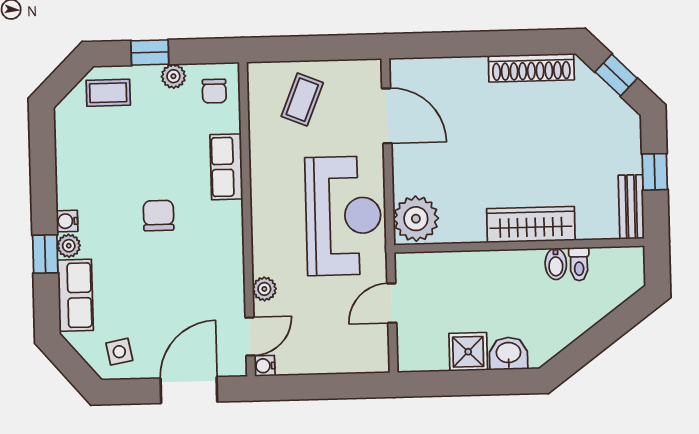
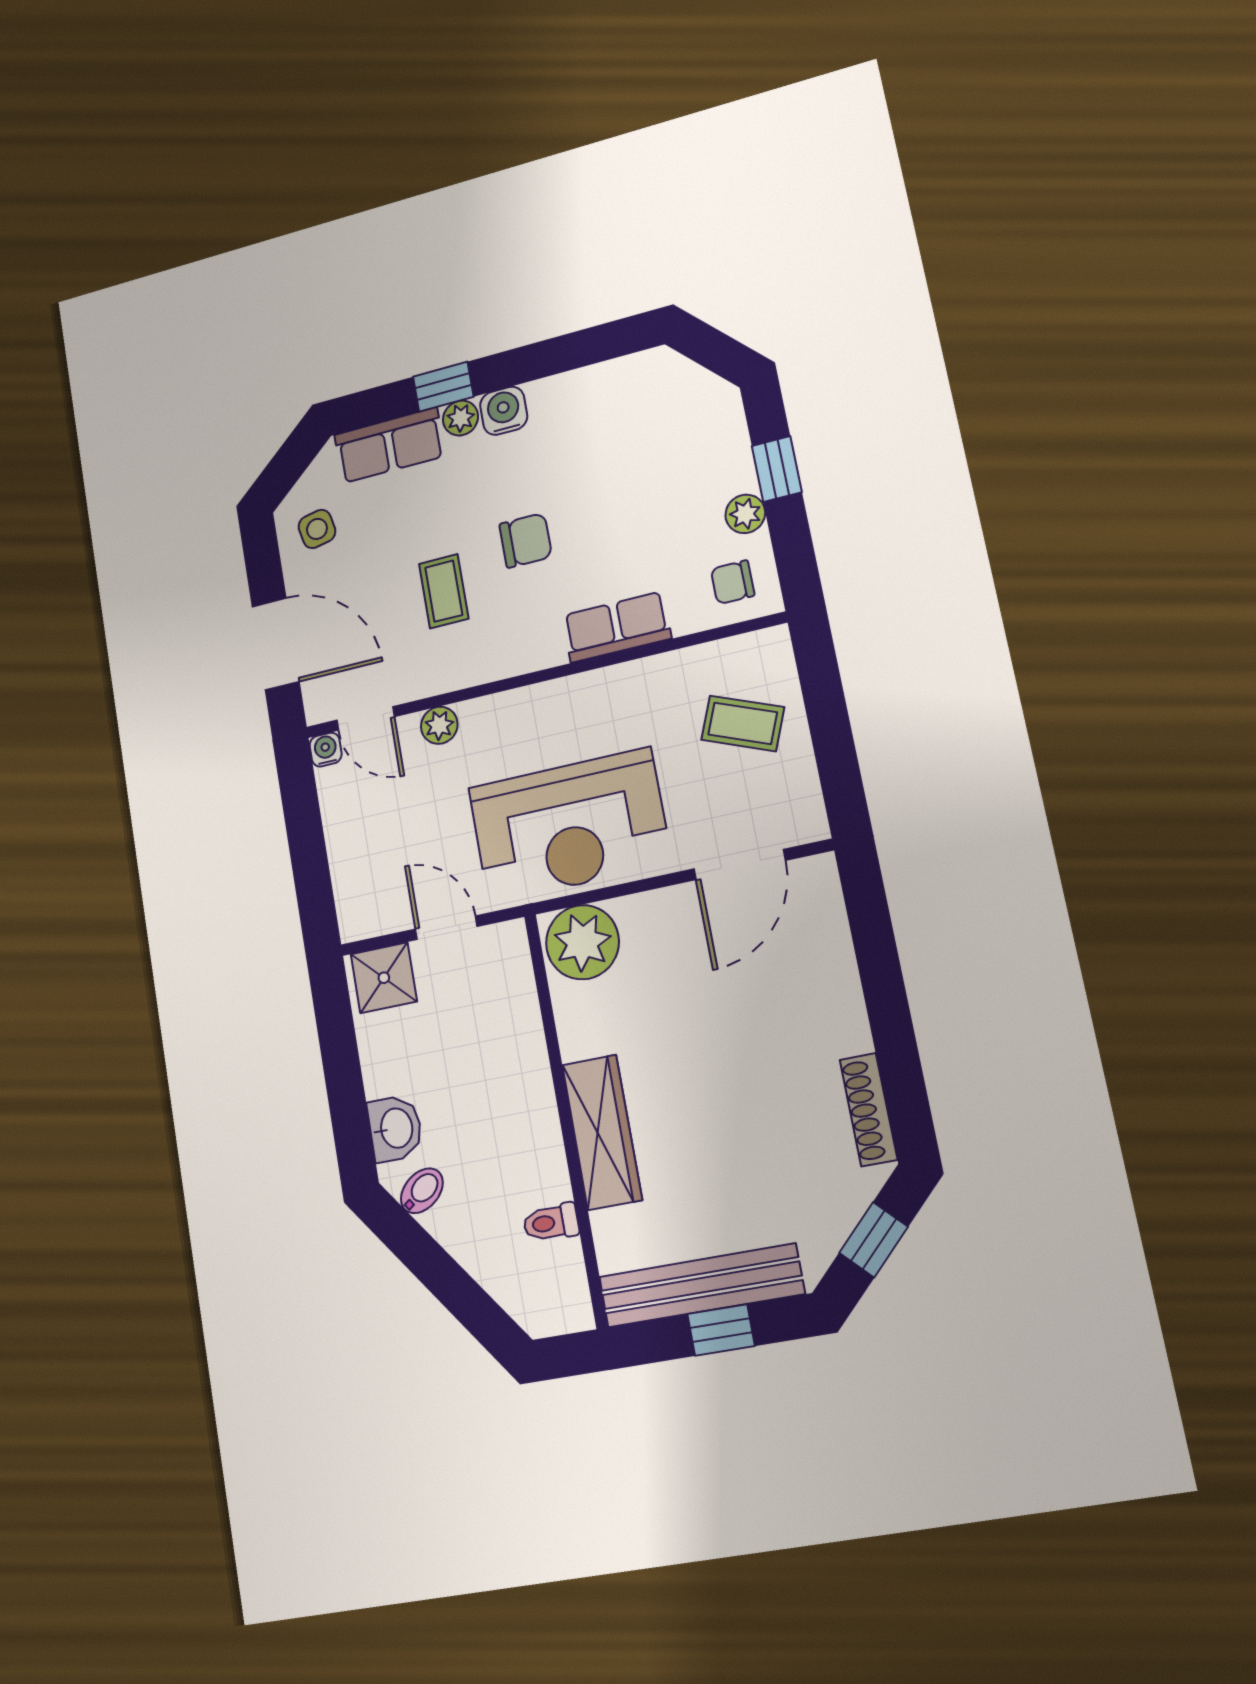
shoe rack: (531, 68) -> (868, 1110), width x0.74, depth x0.81
coffee table: (108, 93) -> (444, 591), moved
bench: (631, 207) -> (701, 1285), width x1.86, depth x1.21
water cooler: (67, 221) -> (504, 411), width x1.38, depth x1.38
bidet: (556, 264) -> (422, 1191), moved, turned 143
shower: (468, 352) -> (384, 978), moved

